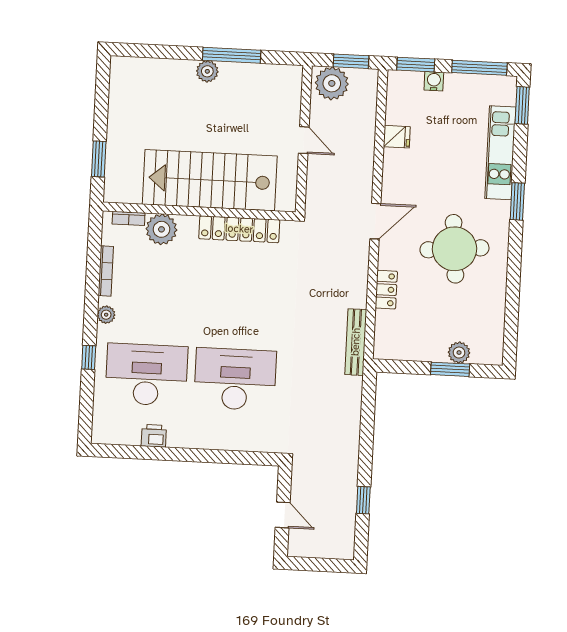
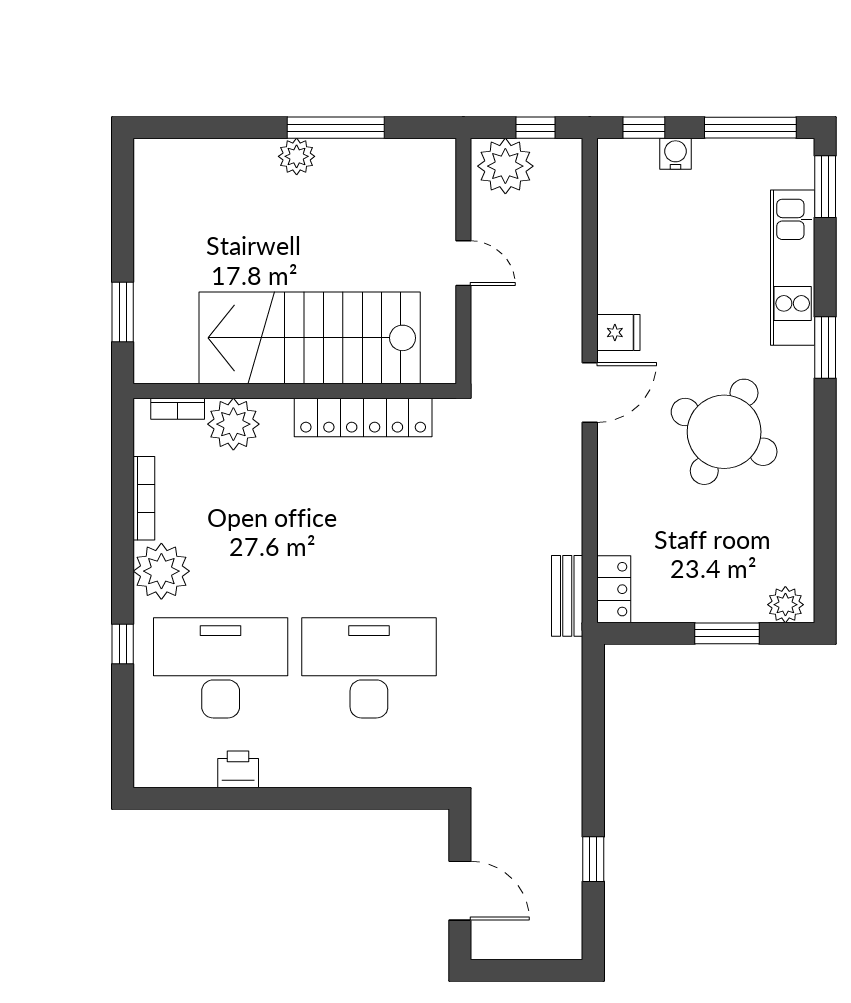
window: (351, 61) -> (536, 128), width x0.67
window: (416, 65) -> (644, 128), width x0.67
fridge: (397, 137) -> (618, 332), moved
round table: (454, 249) -> (724, 432), turned 32
locker: (386, 290) -> (614, 589), moved
plant: (106, 315) -> (161, 571), width x1.88, depth x1.88
bench: (356, 342) -> (567, 596), width x0.73
plant: (459, 353) -> (785, 605), moved
door: (283, 515) -> (460, 891), width x1.38

